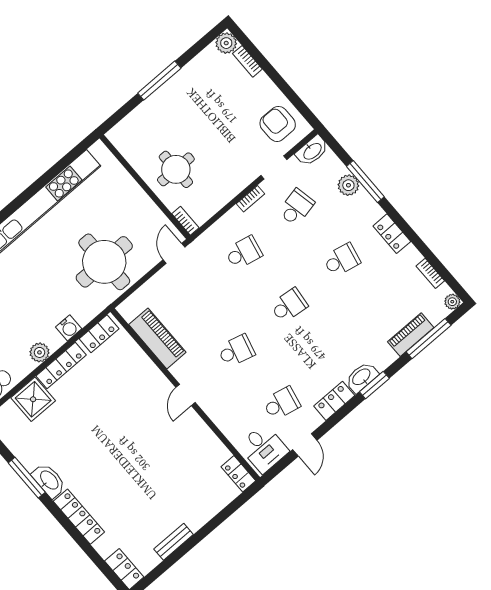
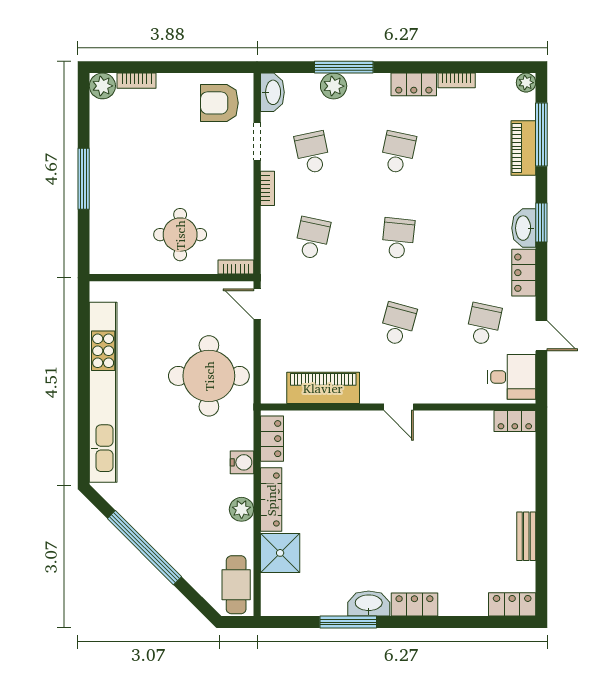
bookcase: (430, 273) -> (457, 80), moved
locker: (79, 517) -> (414, 605), width x0.66

